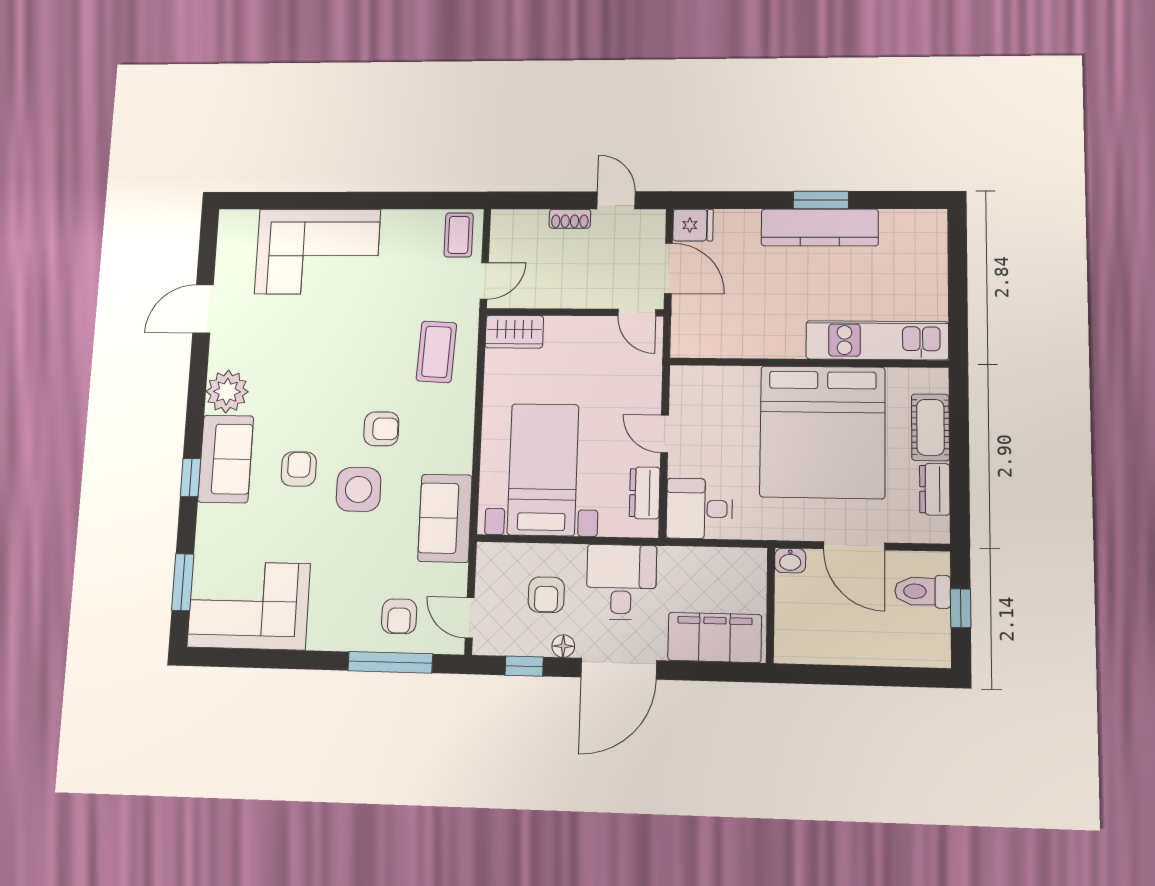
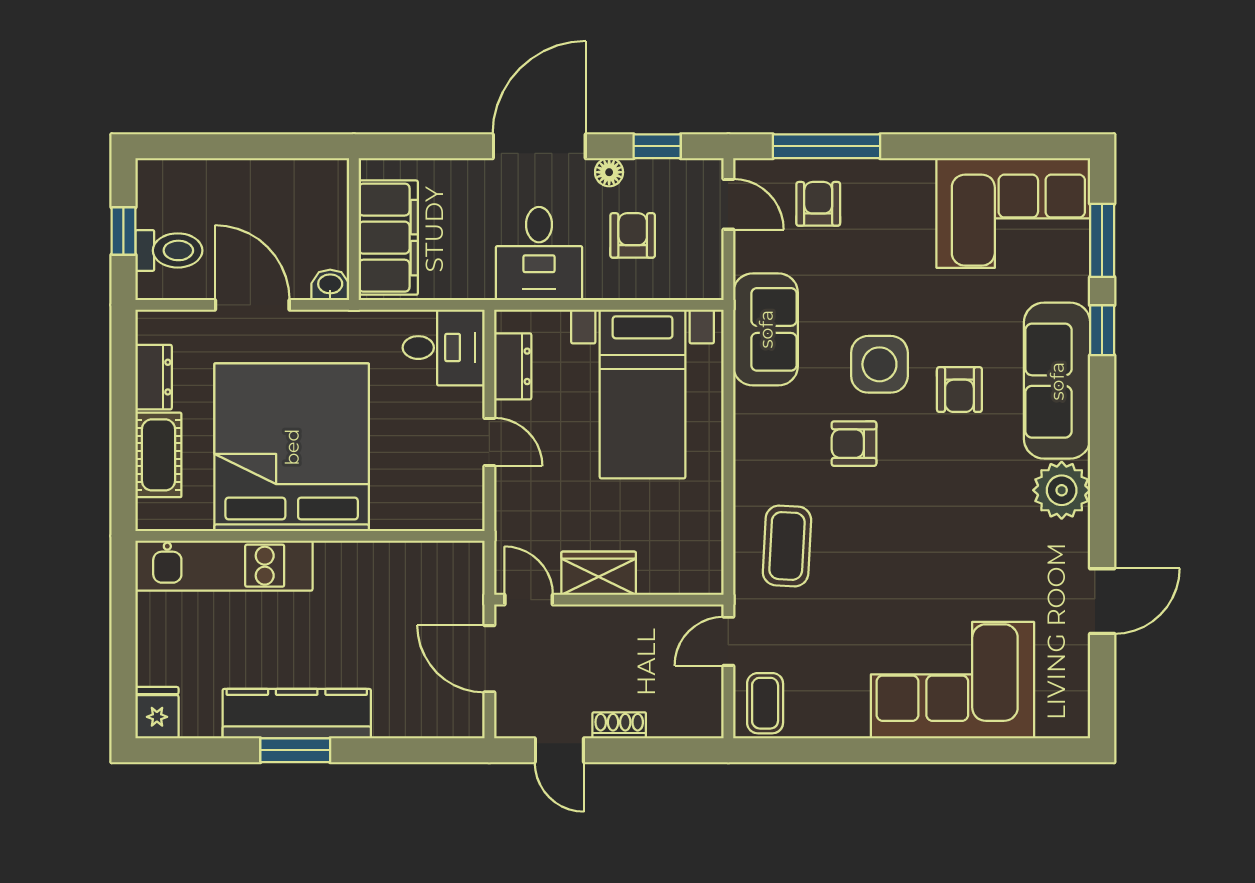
fridge: (693, 225) -> (157, 713), moved, turned 90
wardrobe: (514, 332) -> (599, 573), moved
sofa: (226, 459) -> (1057, 381), width x1.36
window: (190, 478) -> (1102, 330), moved
filing cabinet: (715, 637) -> (388, 238), moved, turned -90

